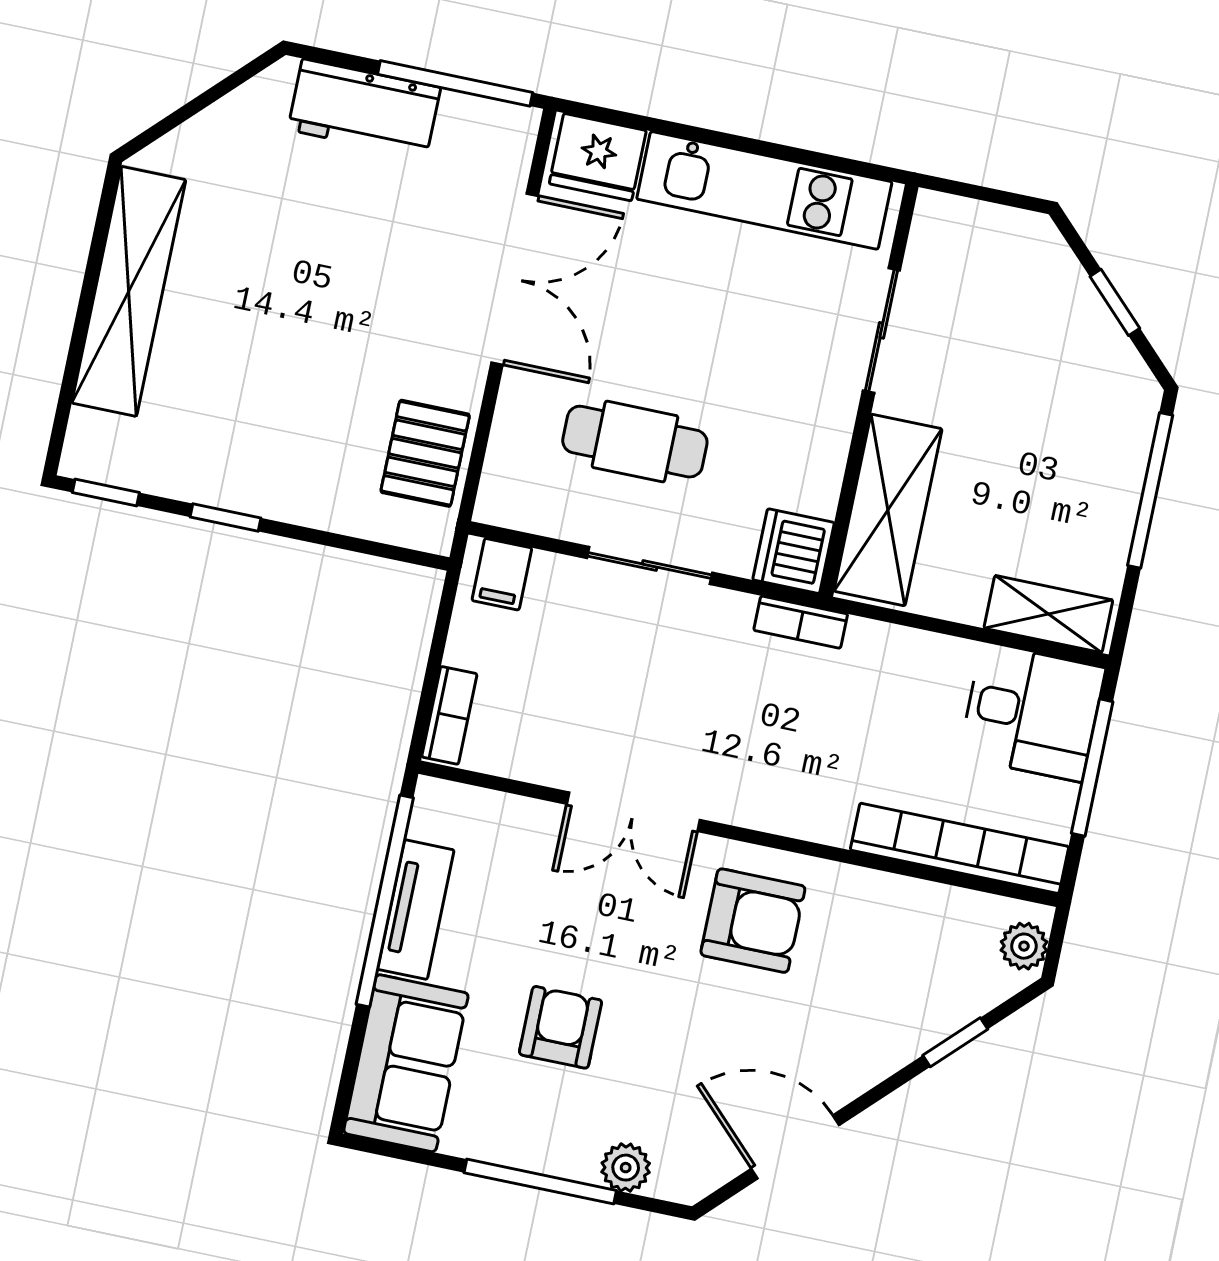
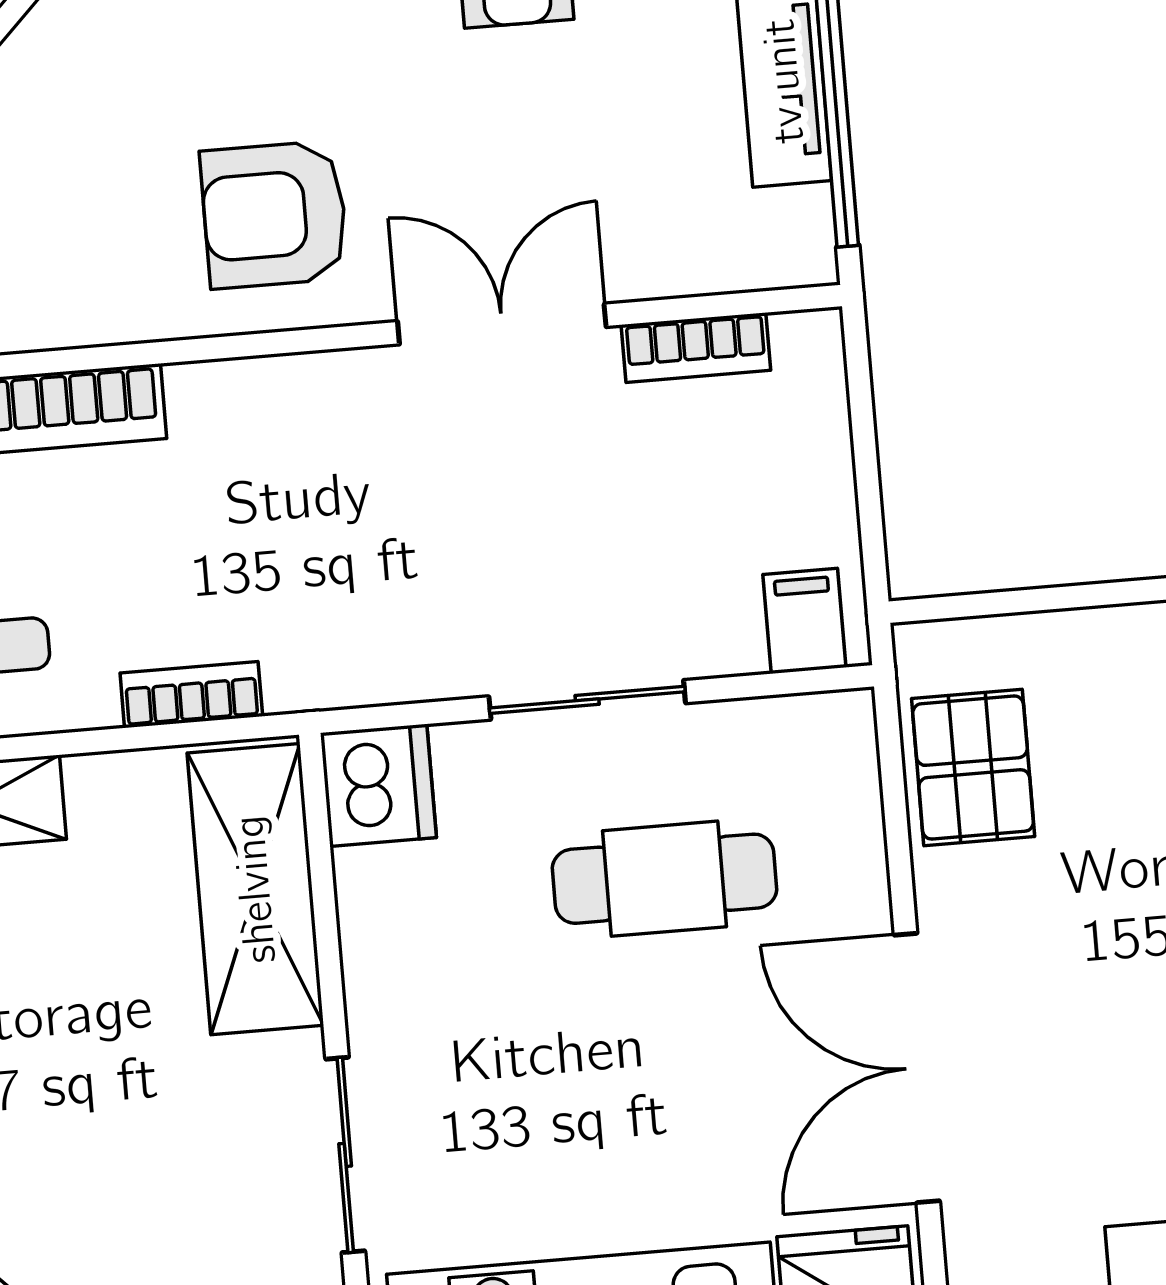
bookcase: (801, 622) -> (191, 695), moved
bookcase: (449, 715) -> (696, 348), moved, turned -90

